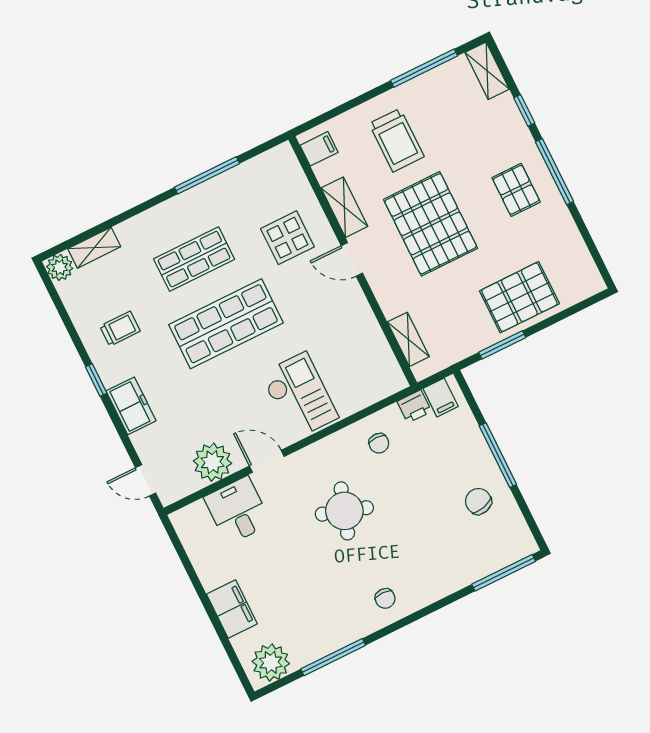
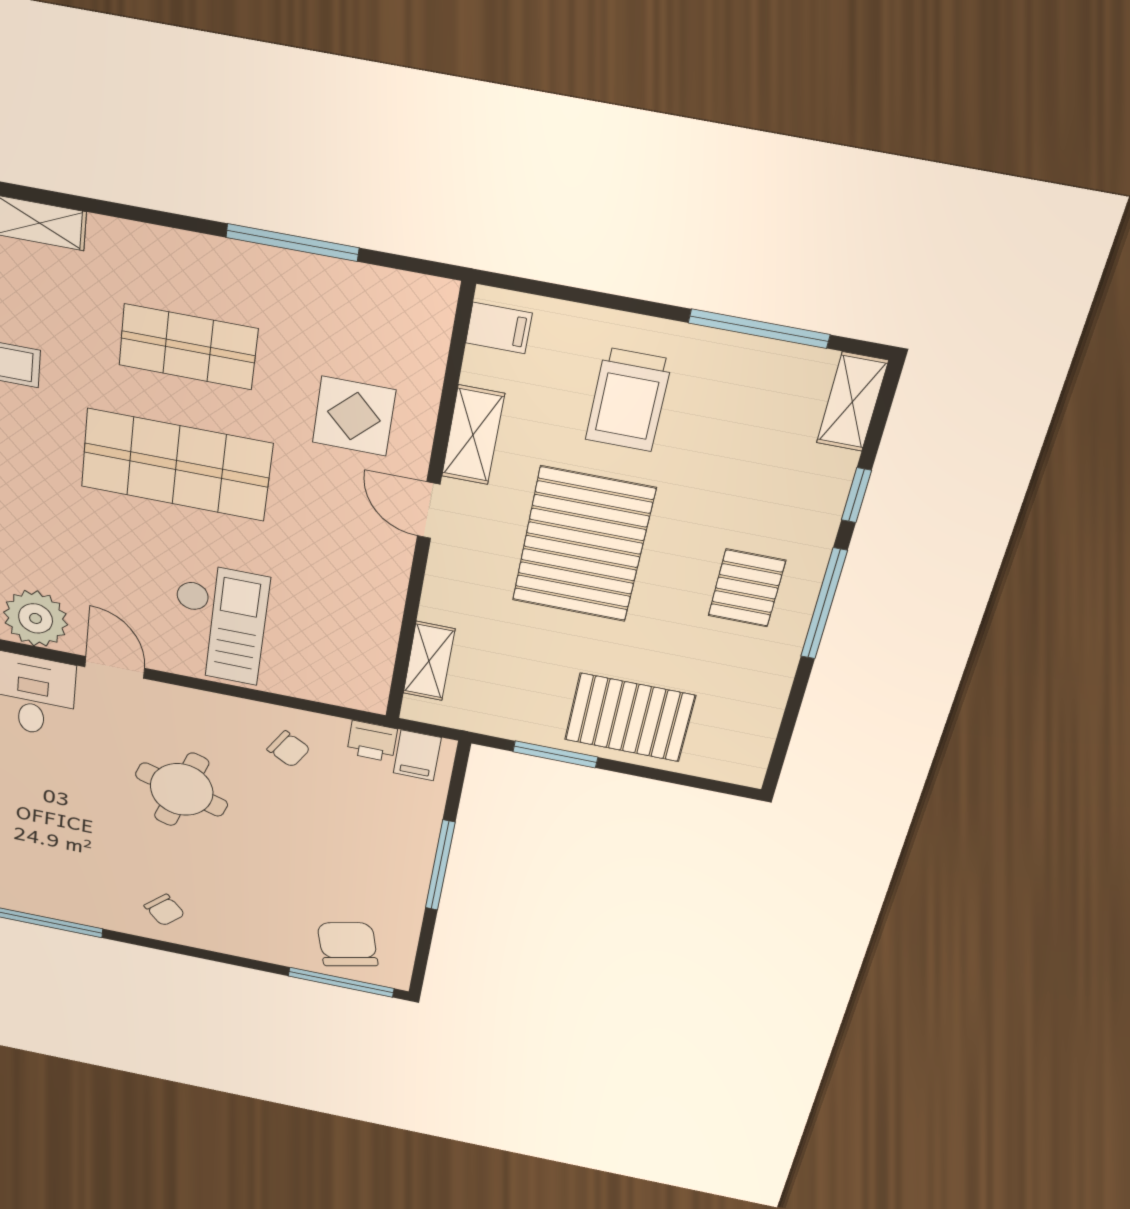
chair: (379, 443) -> (289, 749), turned -60
chair: (478, 501) -> (348, 944), moved, width x1.37, depth x1.37
chair: (385, 598) -> (164, 910), turned -44

